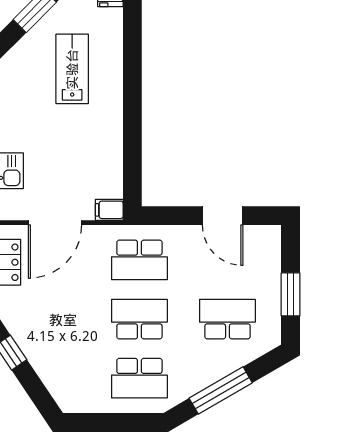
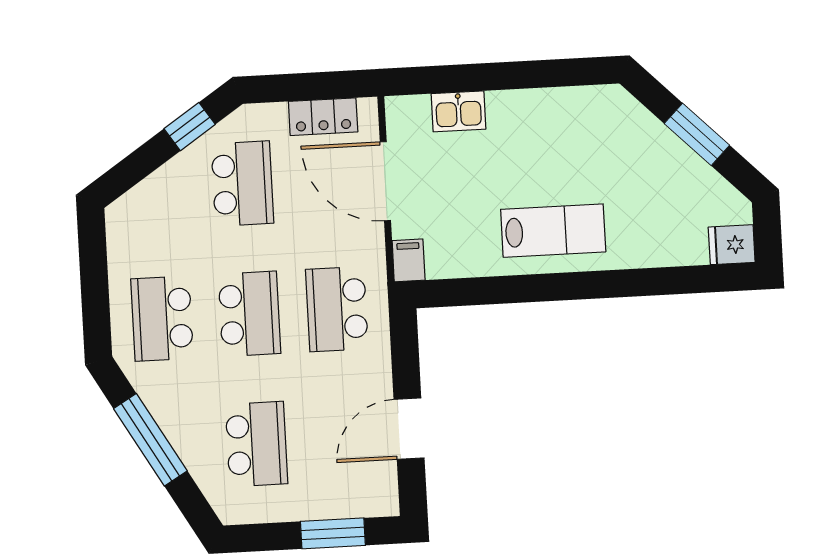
lab bench: (72, 69) -> (553, 231), moved
window: (290, 294) -> (333, 533), moved
school desk: (51, 319) -> (242, 184), added

